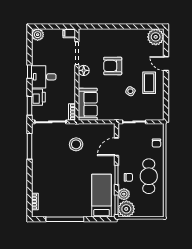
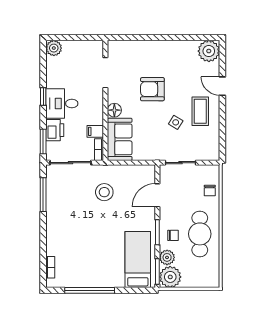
filing cabinet: (69, 33) -> (95, 131), moved
floor lamp: (84, 70) -> (114, 110), moved

